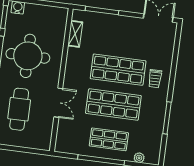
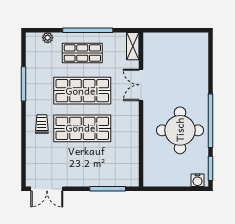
shelving: (75, 34) -> (133, 46), moved
cafe table: (19, 109) -> (182, 72), removed

